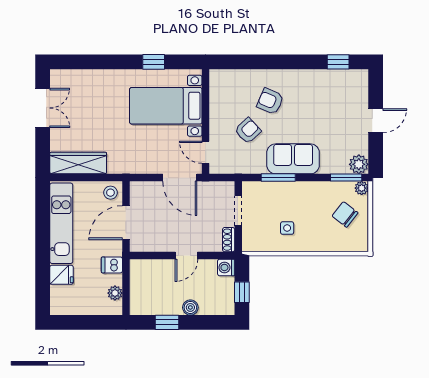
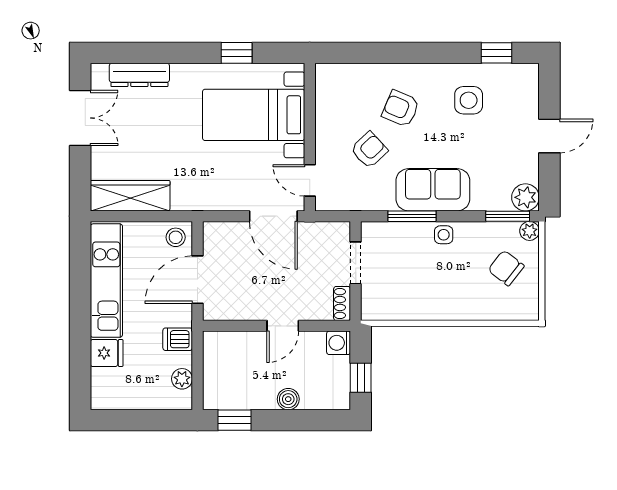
dresser: (85, 77) -> (139, 75), added
side table: (318, 95) -> (469, 100), added
side table: (287, 228) -> (444, 235), moved
window: (167, 322) -> (235, 420), moved

